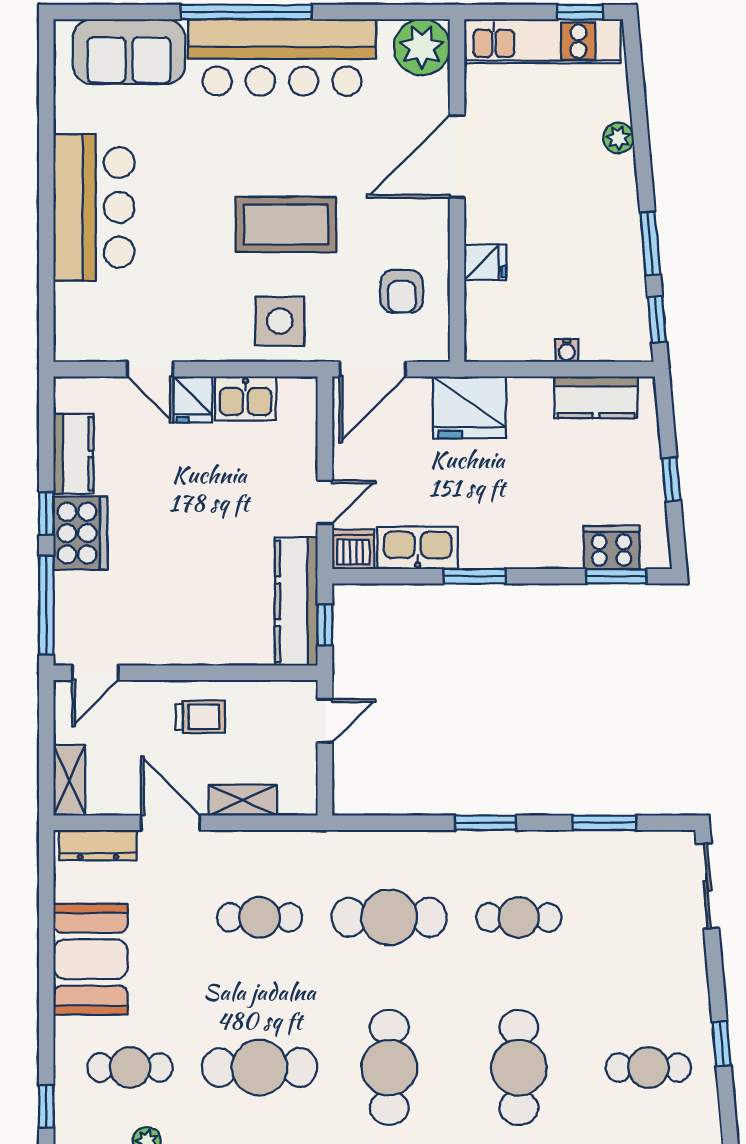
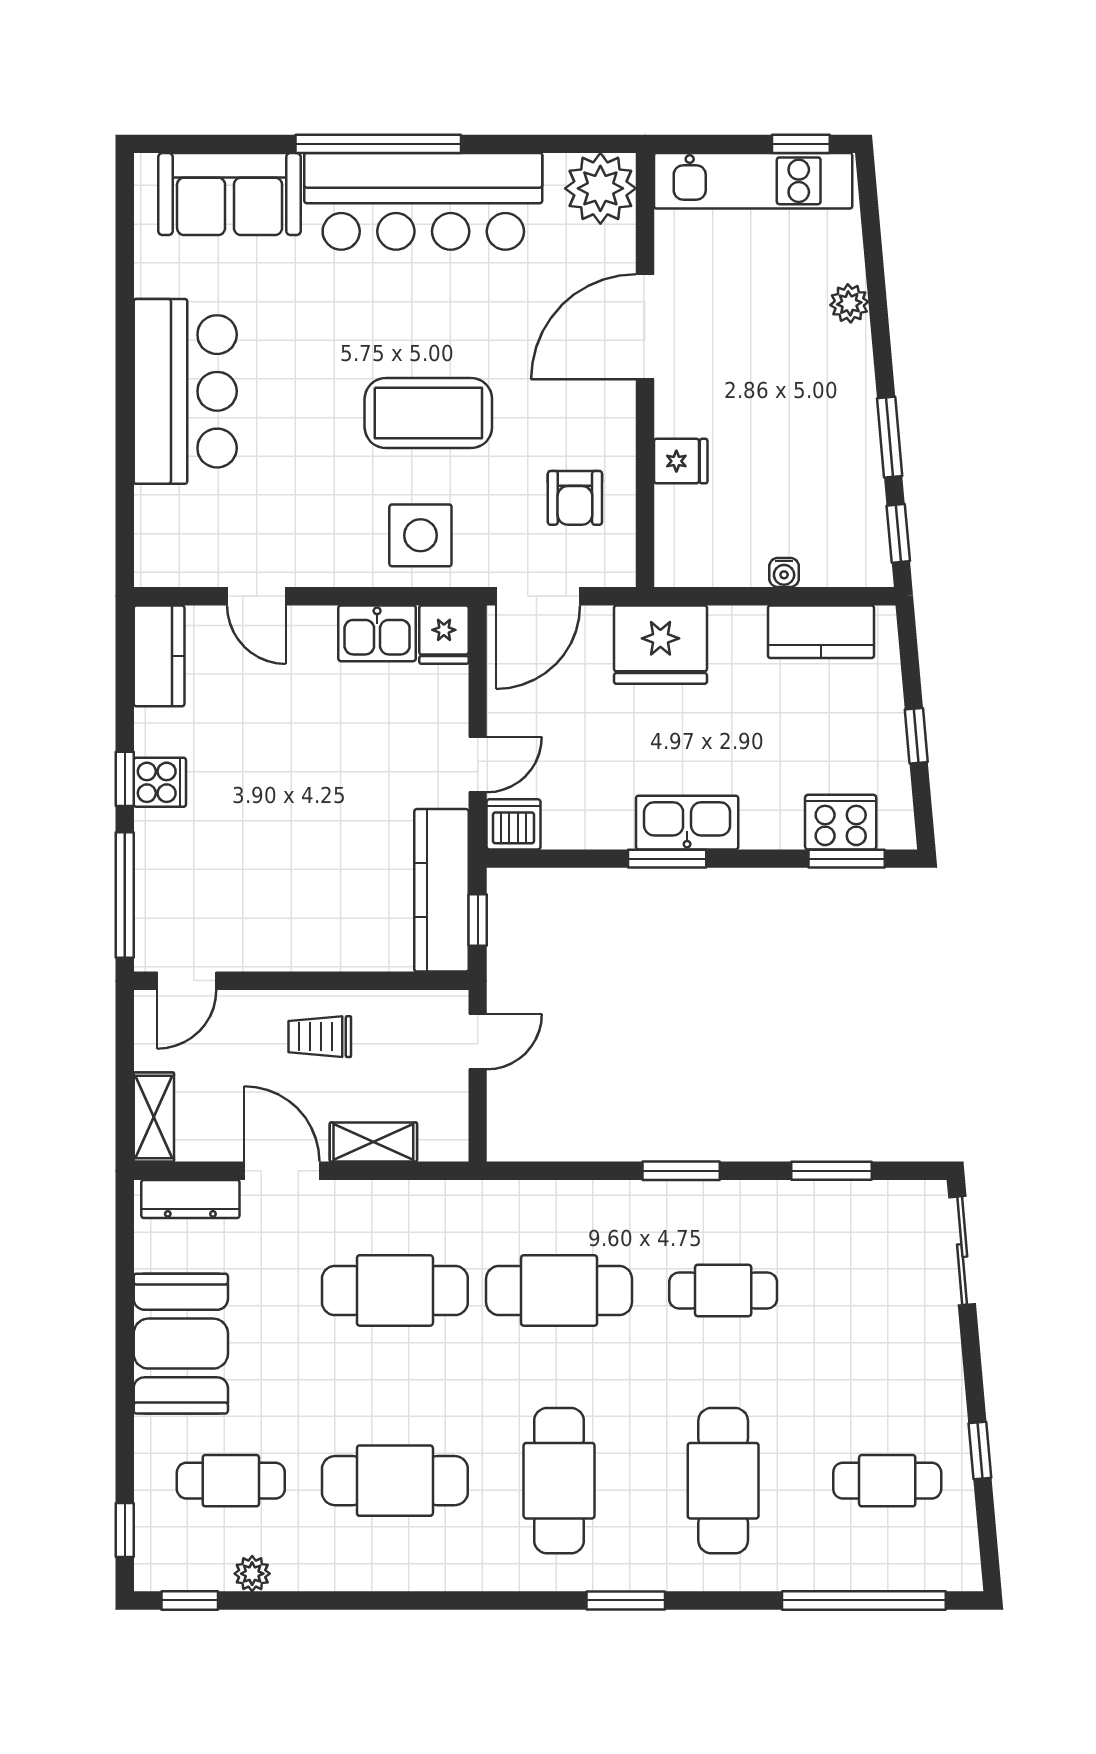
fridge: (193, 399) -> (444, 635), moved
kitchen counter: (73, 454) -> (159, 656), moved
cooker: (80, 533) -> (160, 782), width x0.53, depth x0.76
kitchen sink: (418, 548) -> (687, 823), moved
trolley: (200, 717) -> (320, 1037), turned 180
cafe table: (260, 917) -> (395, 1290), width x1.37, depth x1.35

